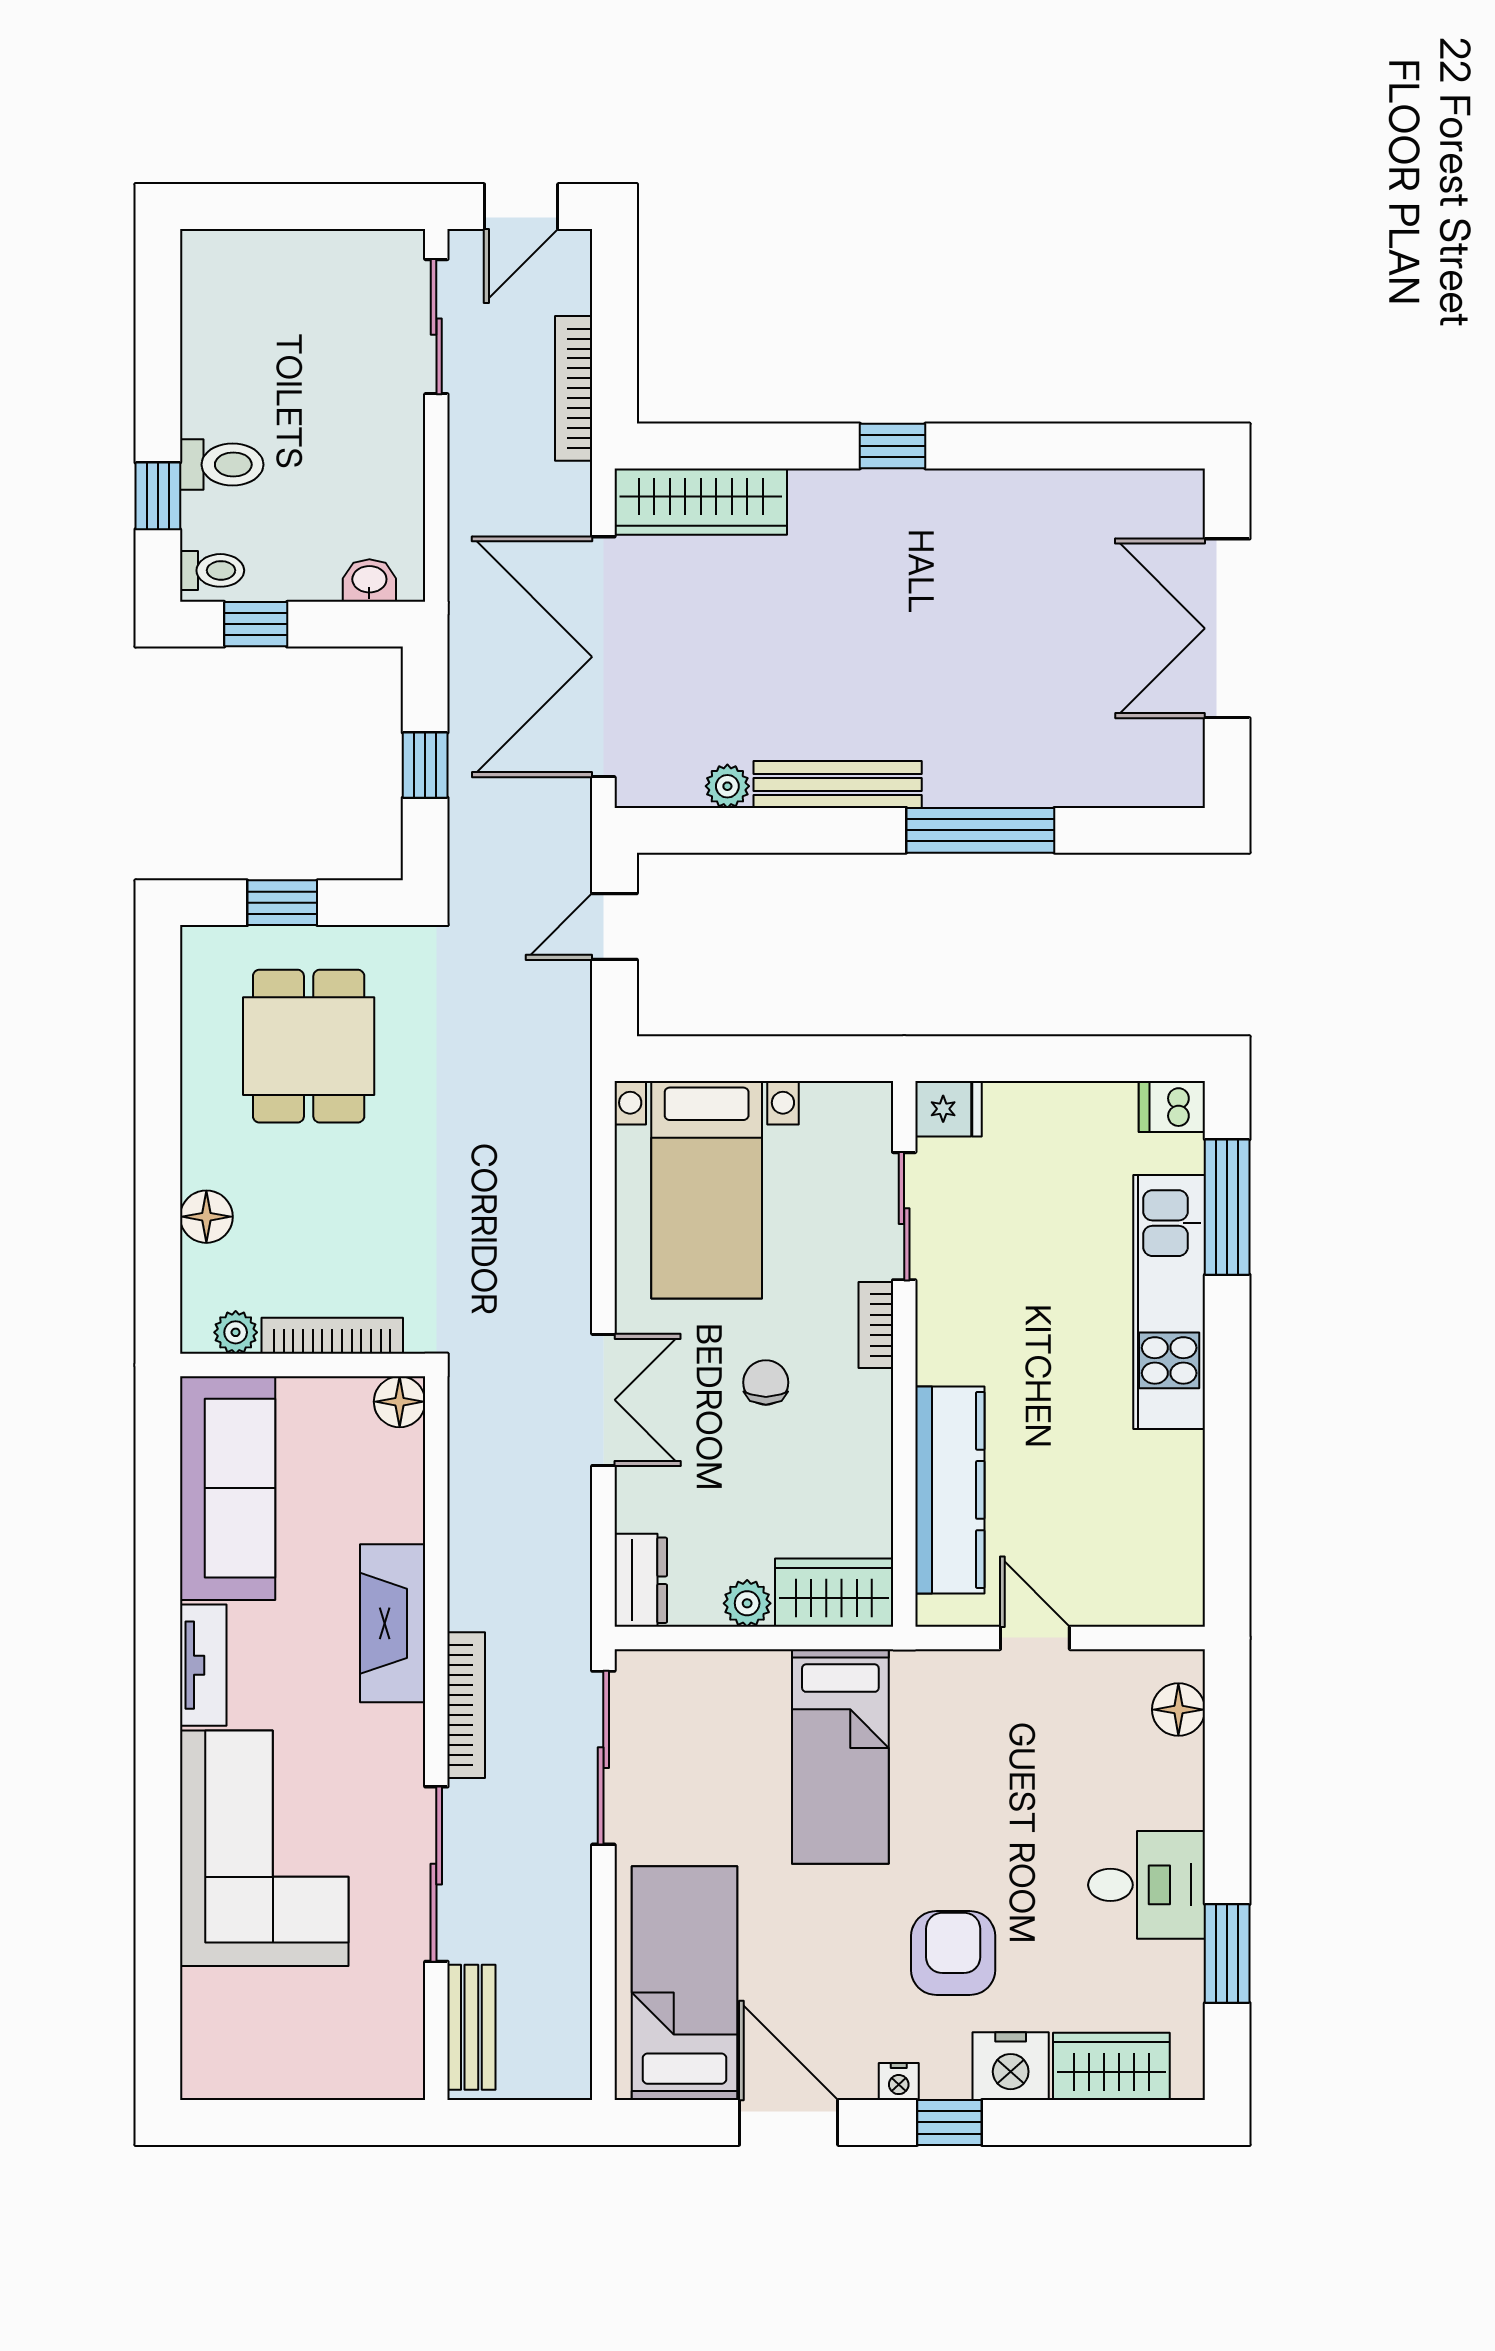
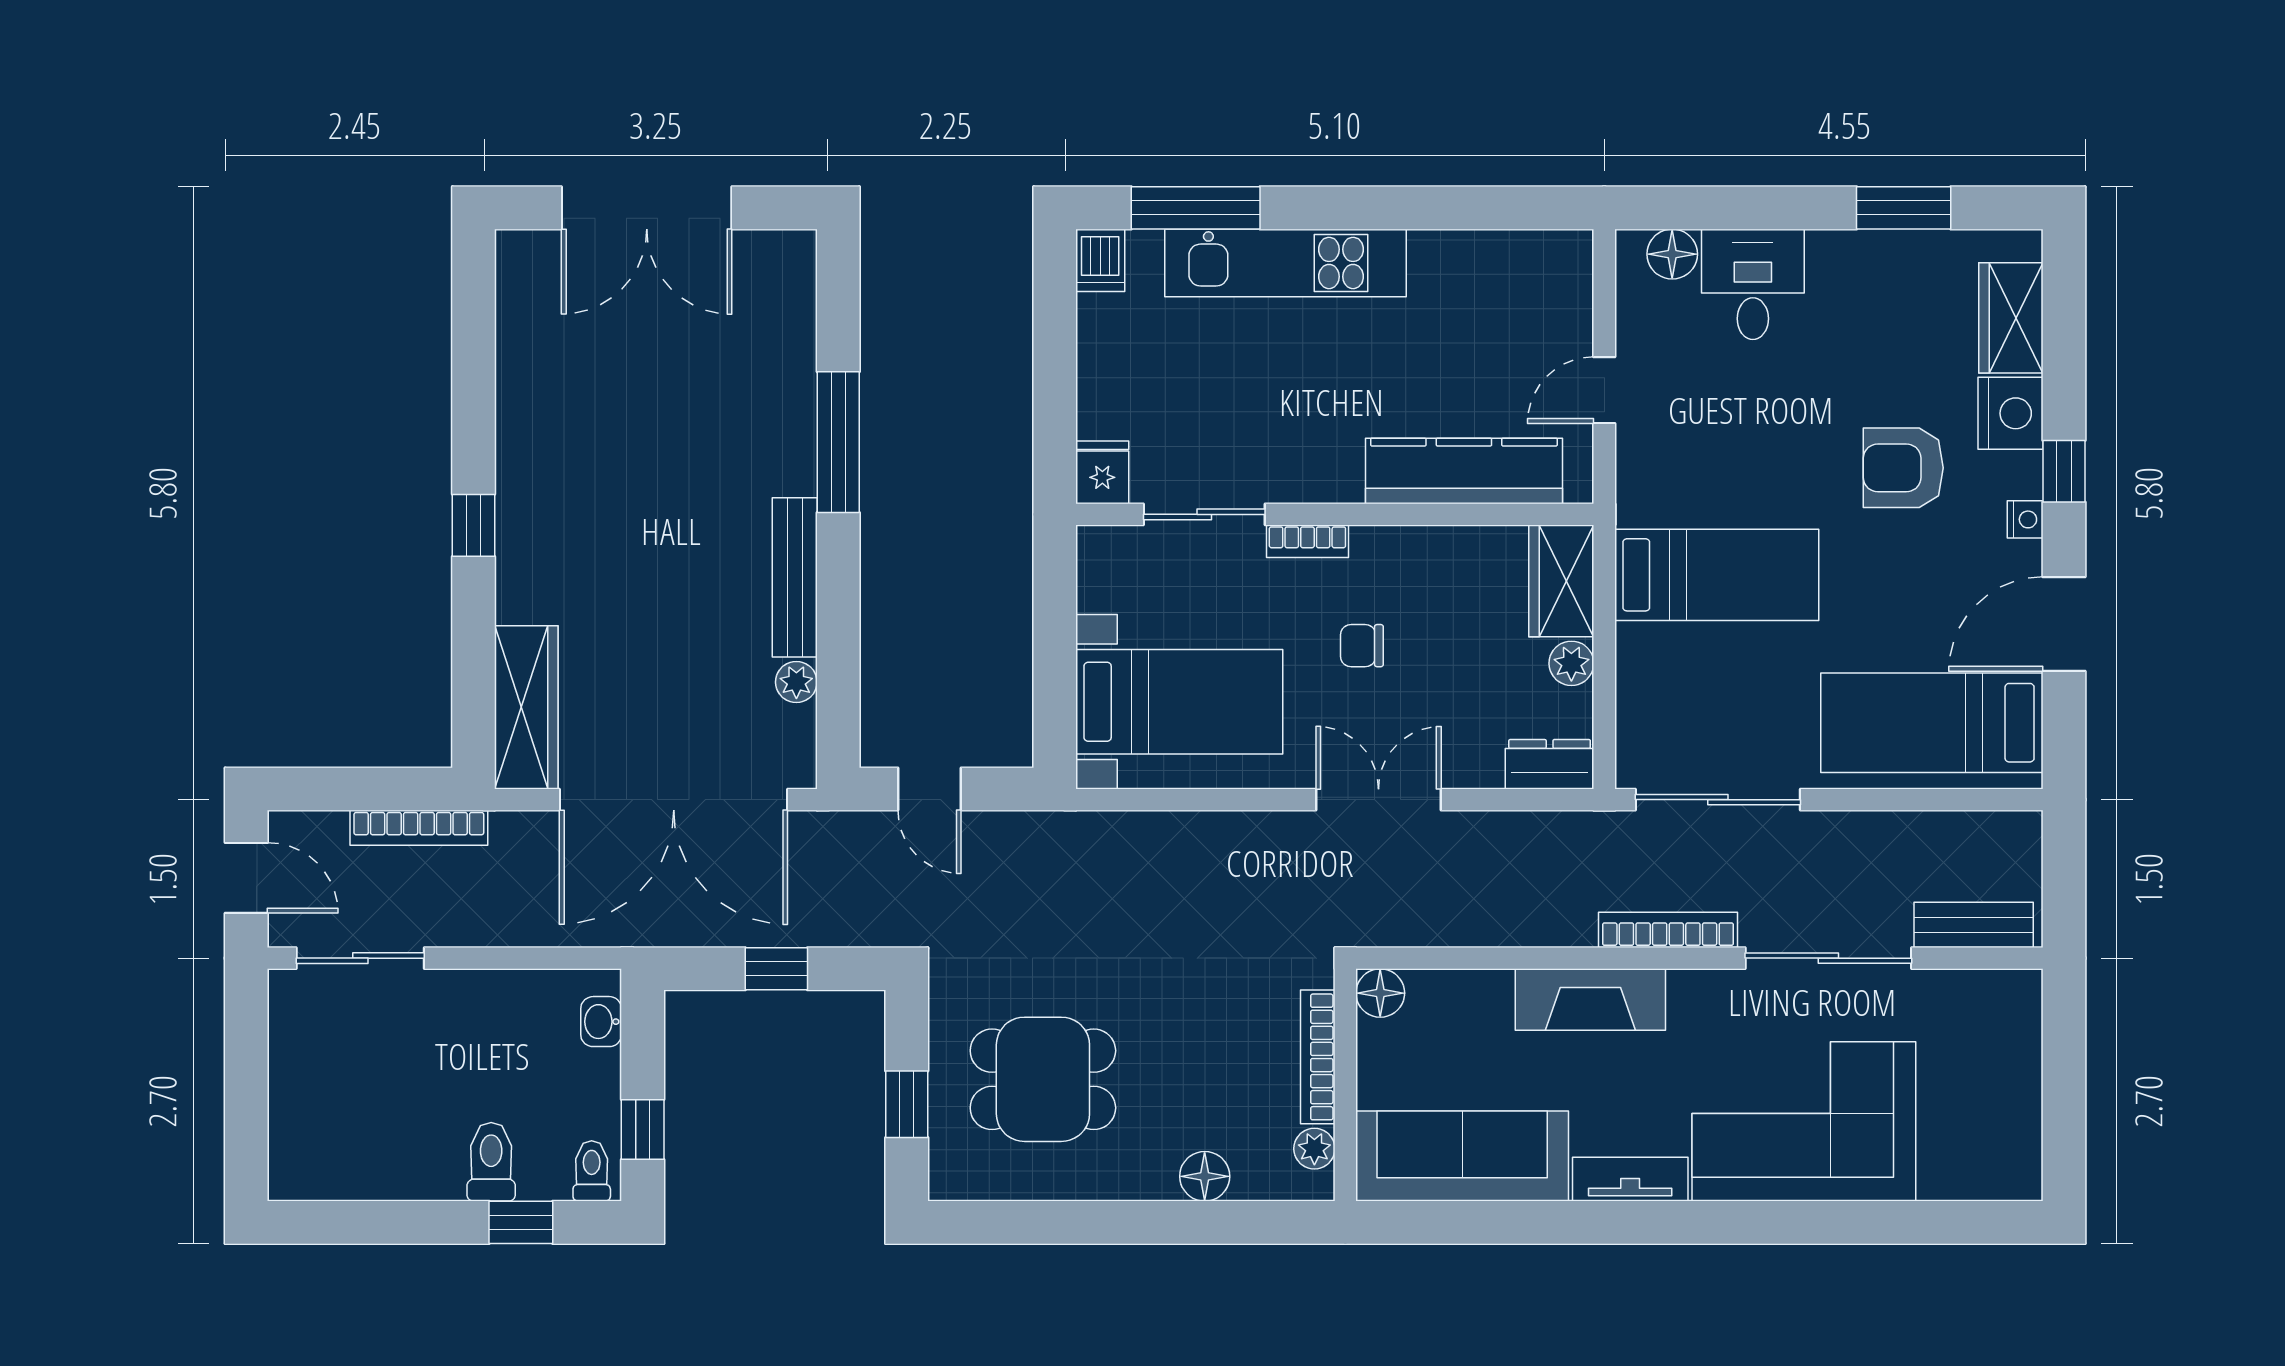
desk: (1147, 1885) -> (1753, 284), moved

